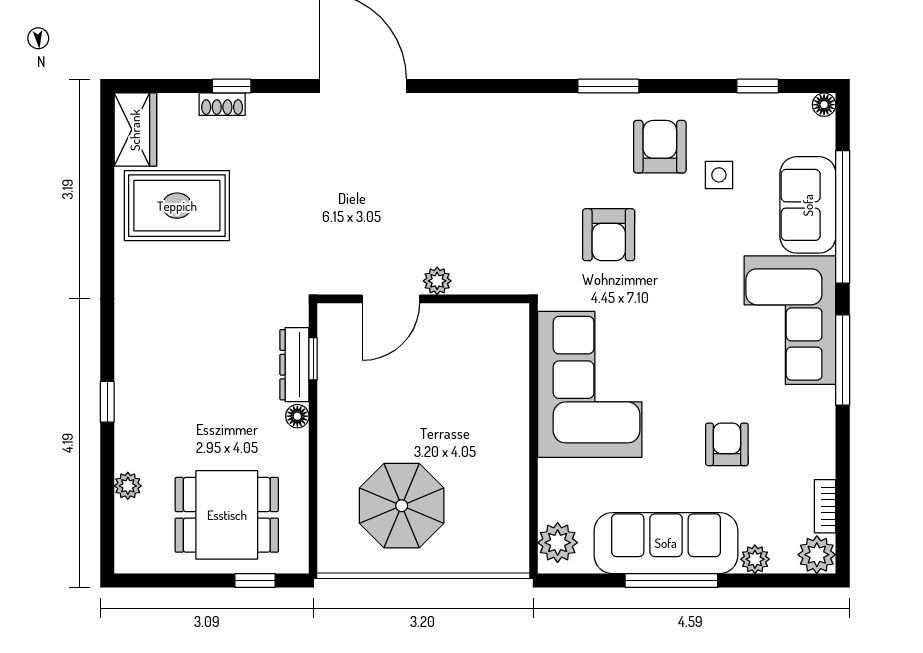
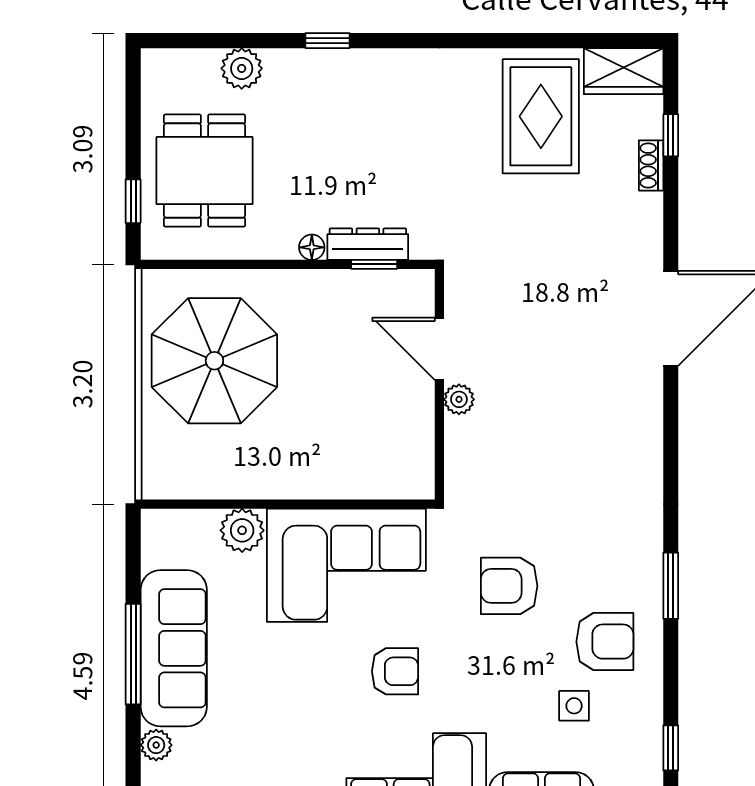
window: (232, 86) -> (671, 135), moved
armchair: (727, 444) -> (395, 671), moved
plant: (128, 486) -> (242, 68), width x1.38, depth x1.38
parasol: (402, 506) -> (214, 361), width x1.36, depth x1.36
plant: (558, 543) -> (242, 530), moved

